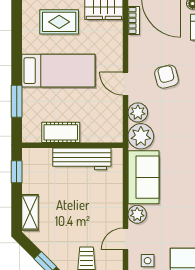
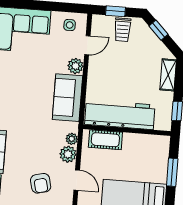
cot: (61, 132) -> (105, 140), moved
plant: (141, 136) -> (72, 139), width x0.53, depth x0.53
workbench: (82, 159) -> (120, 115), width x1.36, depth x1.32

